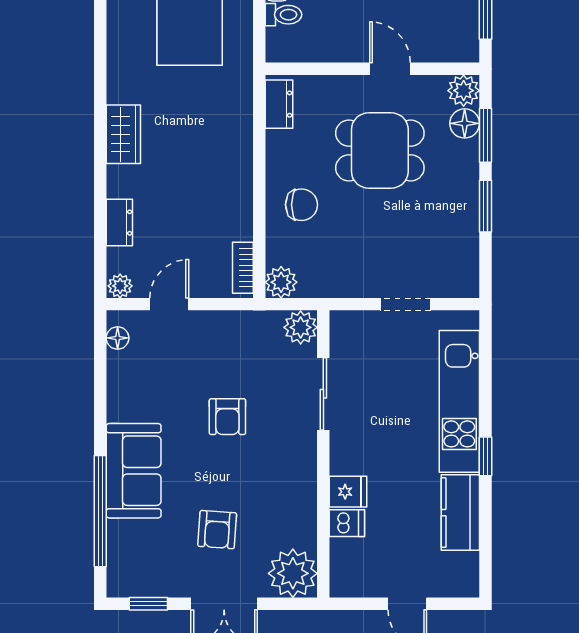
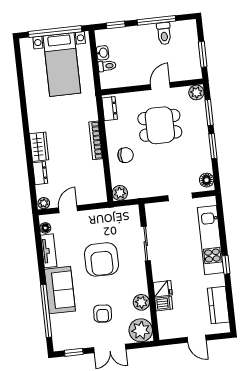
door: (390, 69) -> (160, 86), hinge flipped
floor lamp: (465, 123) -> (207, 180), moved
wardrobe: (123, 134) -> (39, 147), moved
bookcase: (243, 268) -> (96, 140), moved, width x1.56
plant: (301, 327) -> (141, 302), moved
tv unit: (119, 386) -> (49, 251), added
armchair: (227, 417) -> (102, 259), width x1.88, depth x1.88
kitchen counter: (460, 513) -> (218, 305), moved

